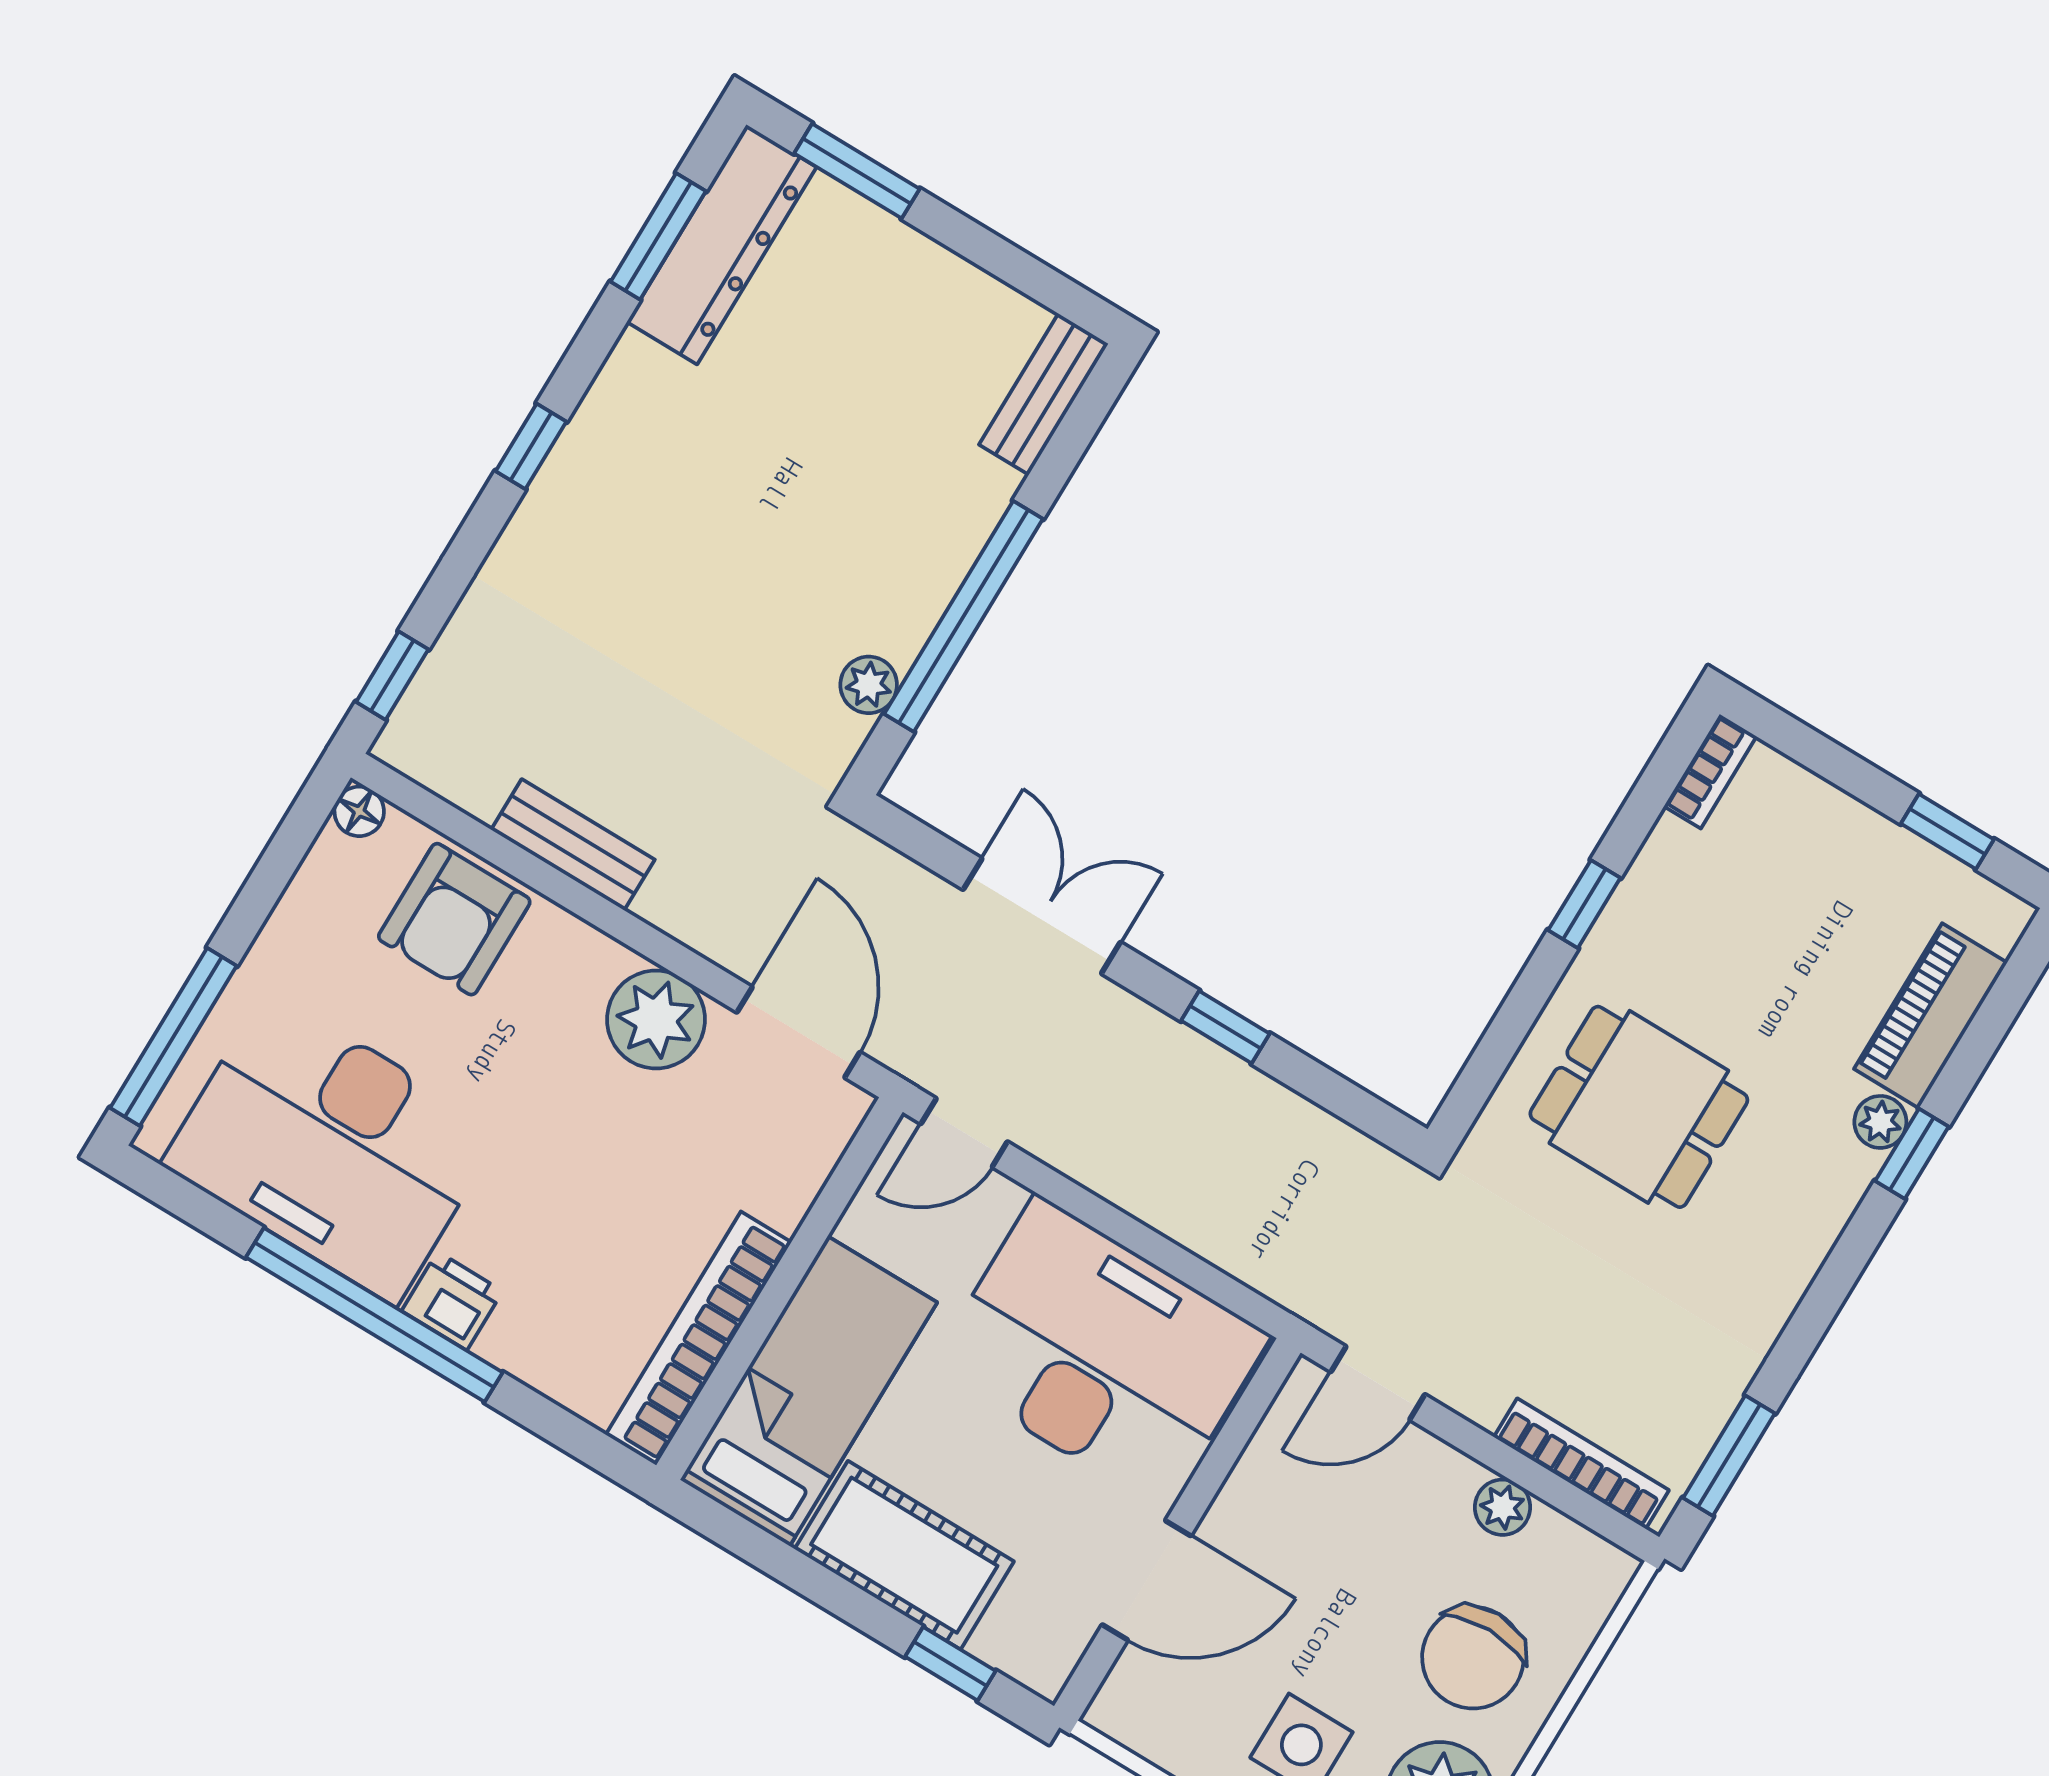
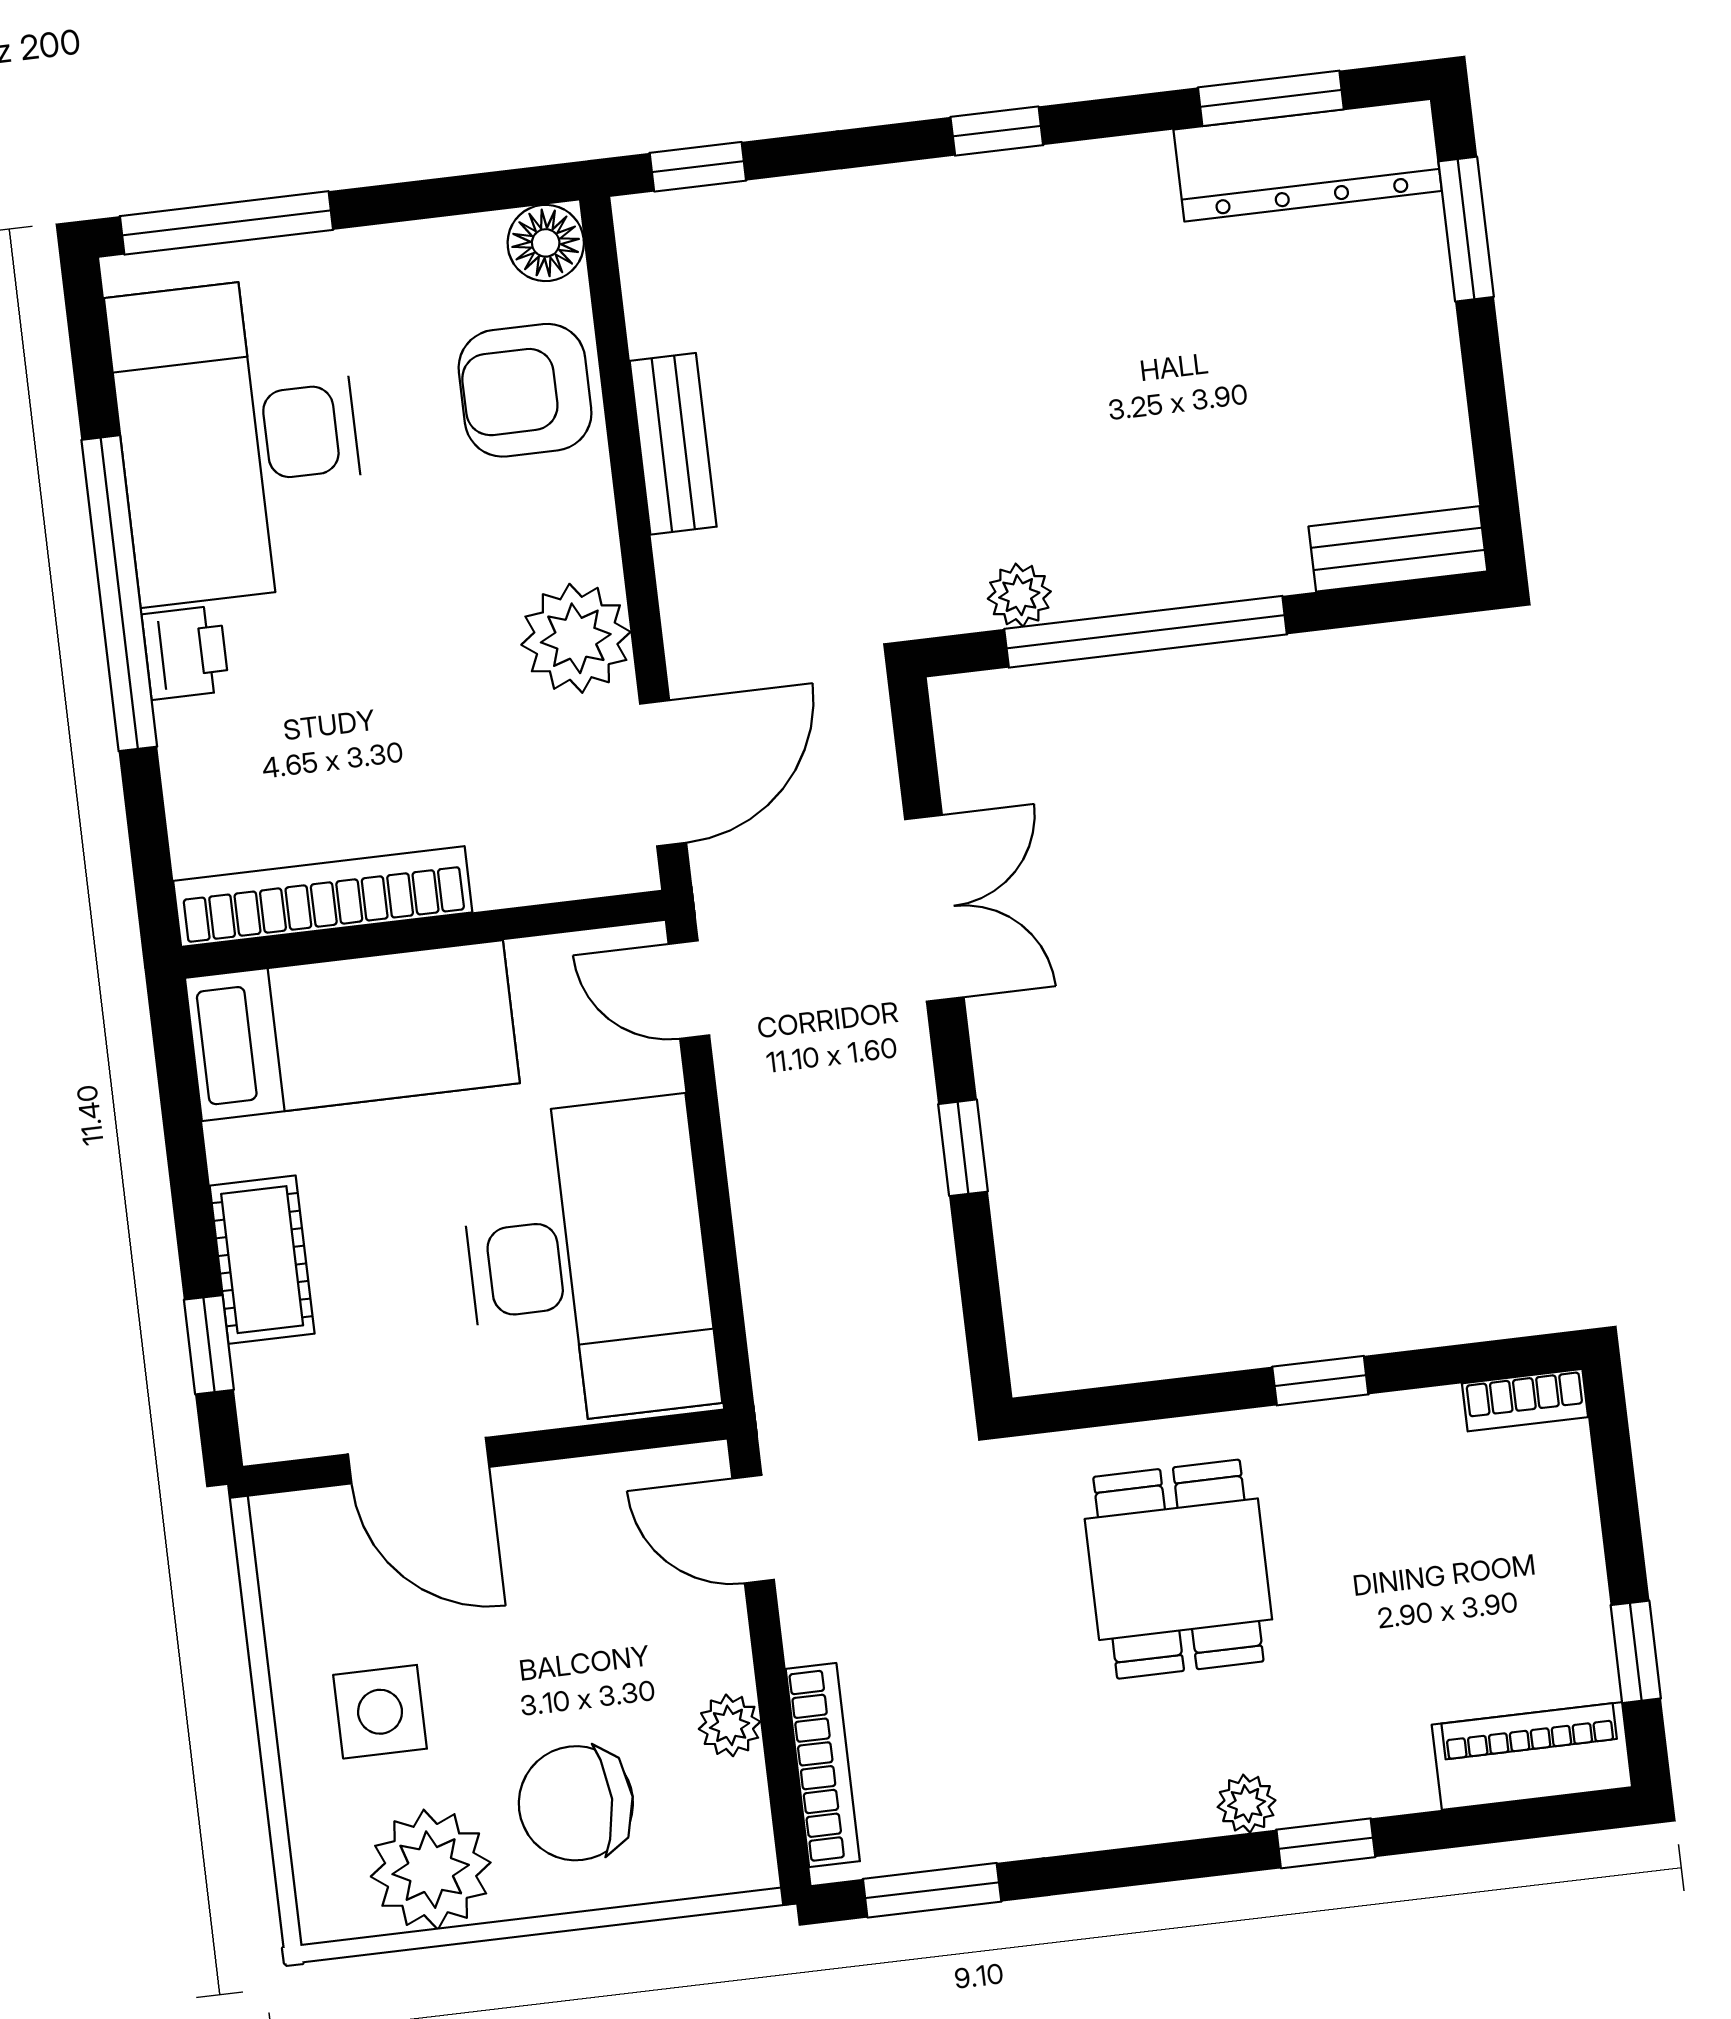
floor lamp: (359, 811) -> (546, 243), width x1.37, depth x1.37
piano: (1931, 1016) -> (1532, 1756), moved
plant: (1880, 1122) -> (1247, 1804), moved
cot: (904, 1555) -> (262, 1260), width x0.73, depth x0.75

